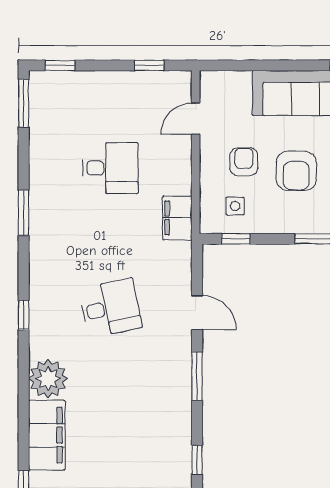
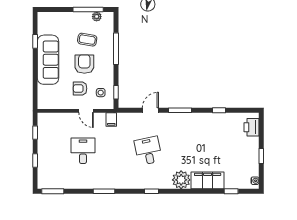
window: (60, 65) -> (35, 161), moved
door: (196, 119) -> (86, 111), moved
armchair: (296, 171) -> (84, 64), turned -90
filing cabinet: (177, 218) -> (111, 120), width x0.50

